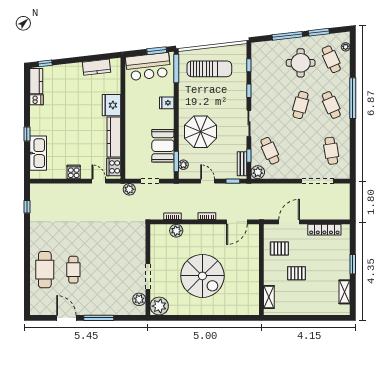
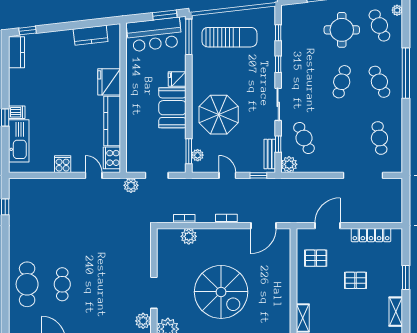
dishwasher: (36, 100) -> (17, 112), moved
booth: (163, 146) -> (172, 108), moved
pallet: (296, 273) -> (356, 280), moved

